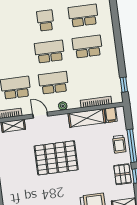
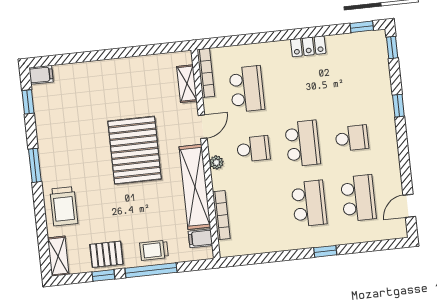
school desk: (54, 83) -> (253, 149), width x0.54
window: (124, 85) -> (325, 251), moved
shelving: (87, 118) -> (195, 187), width x1.47

